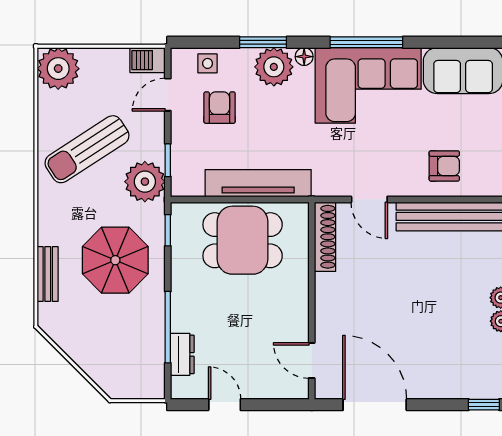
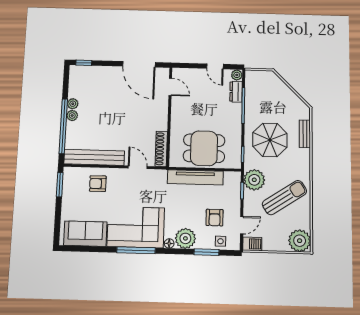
window: (263, 42) -> (206, 252), moved
plant: (181, 388) -> (237, 75), added

